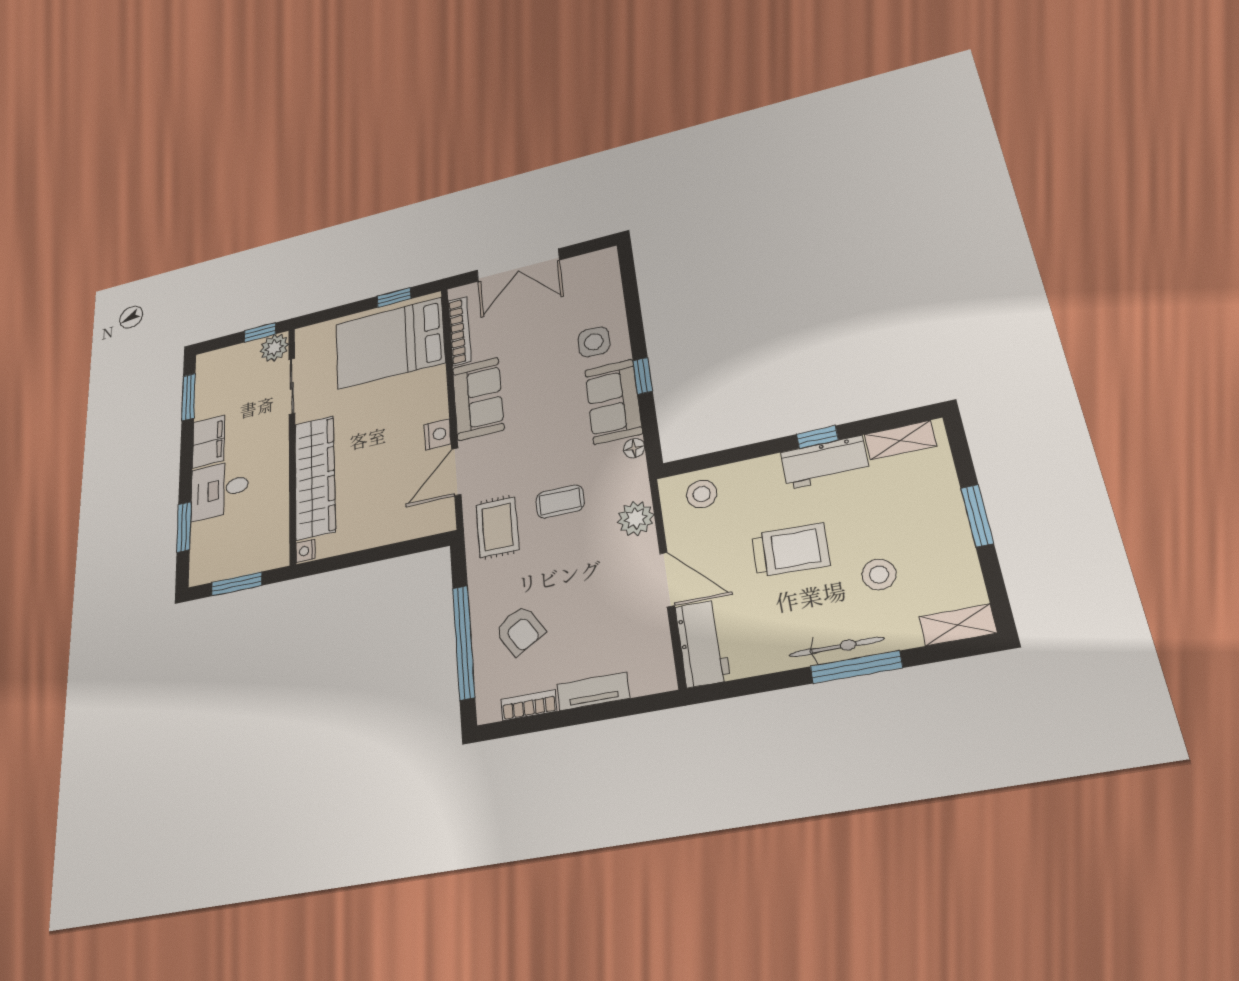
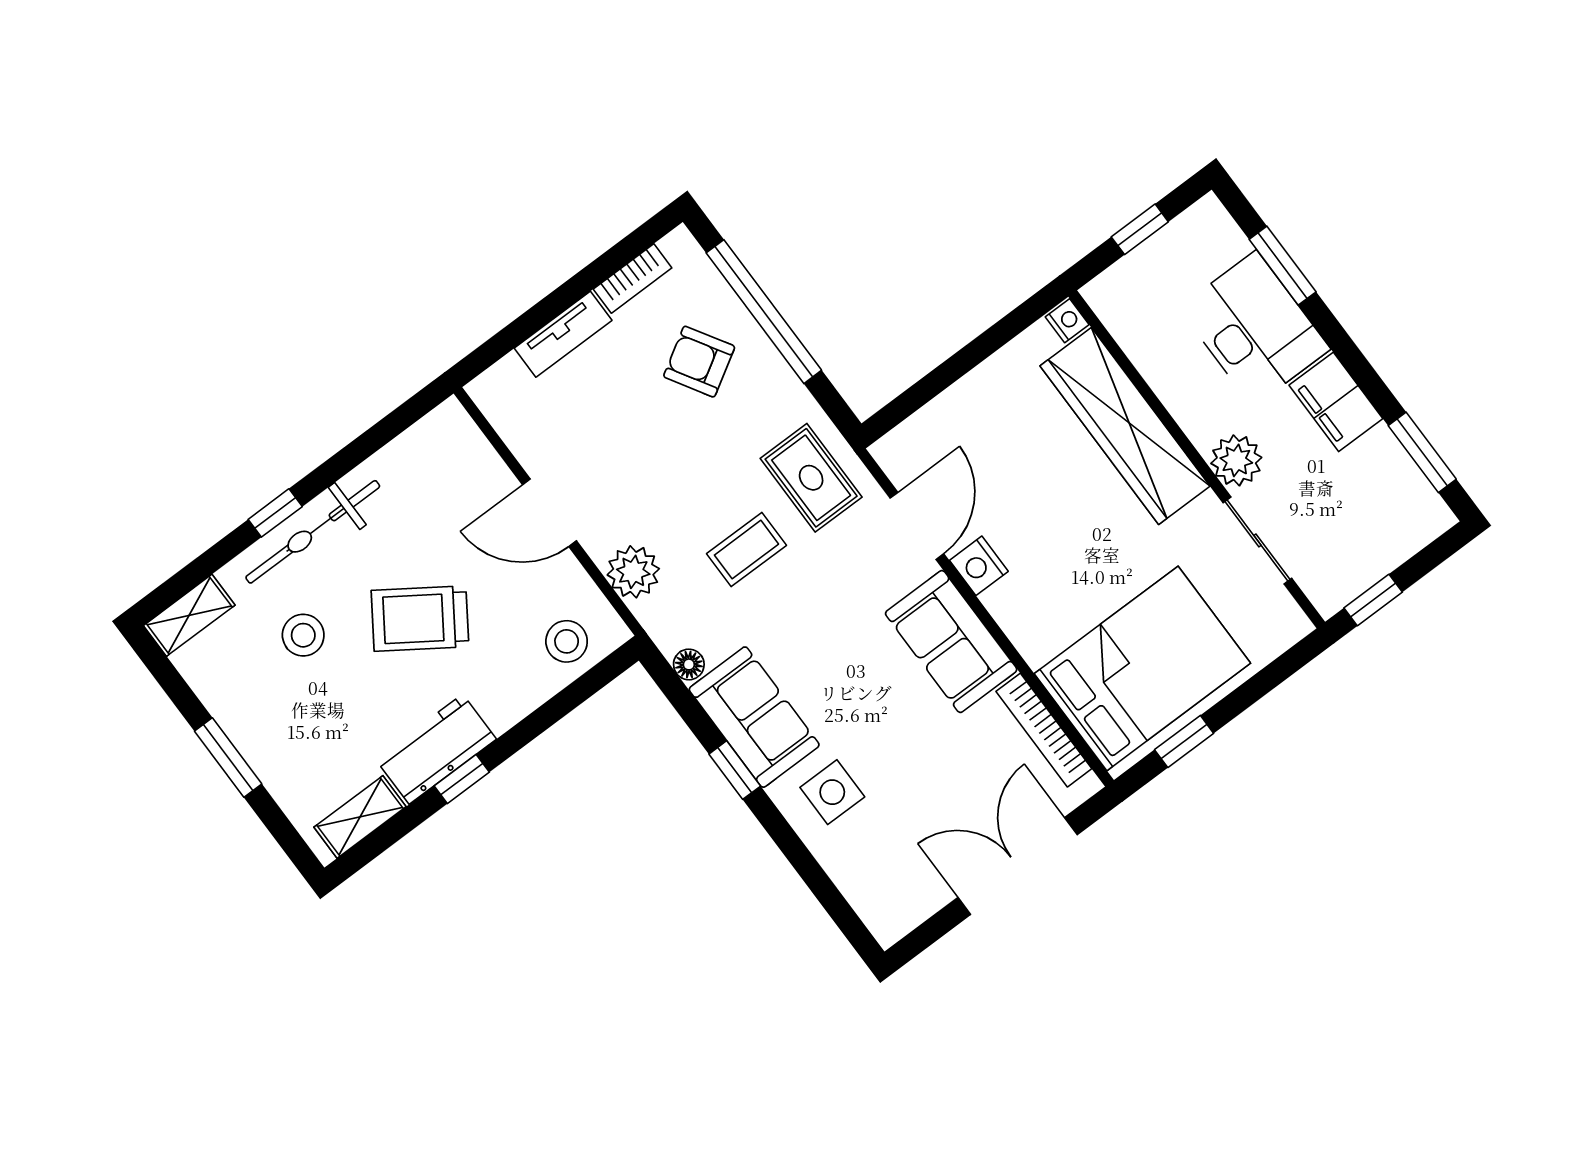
plant: (274, 348) -> (1236, 460), moved
desk: (219, 490) -> (1255, 329), width x1.37
trolley: (791, 550) -> (420, 619), turned 32
window: (237, 584) -> (1140, 229), width x0.67
workbench: (702, 643) -> (464, 455), removed
bicycle: (837, 647) -> (313, 532), width x1.37, depth x1.40
window: (856, 667) -> (275, 513), width x0.46

